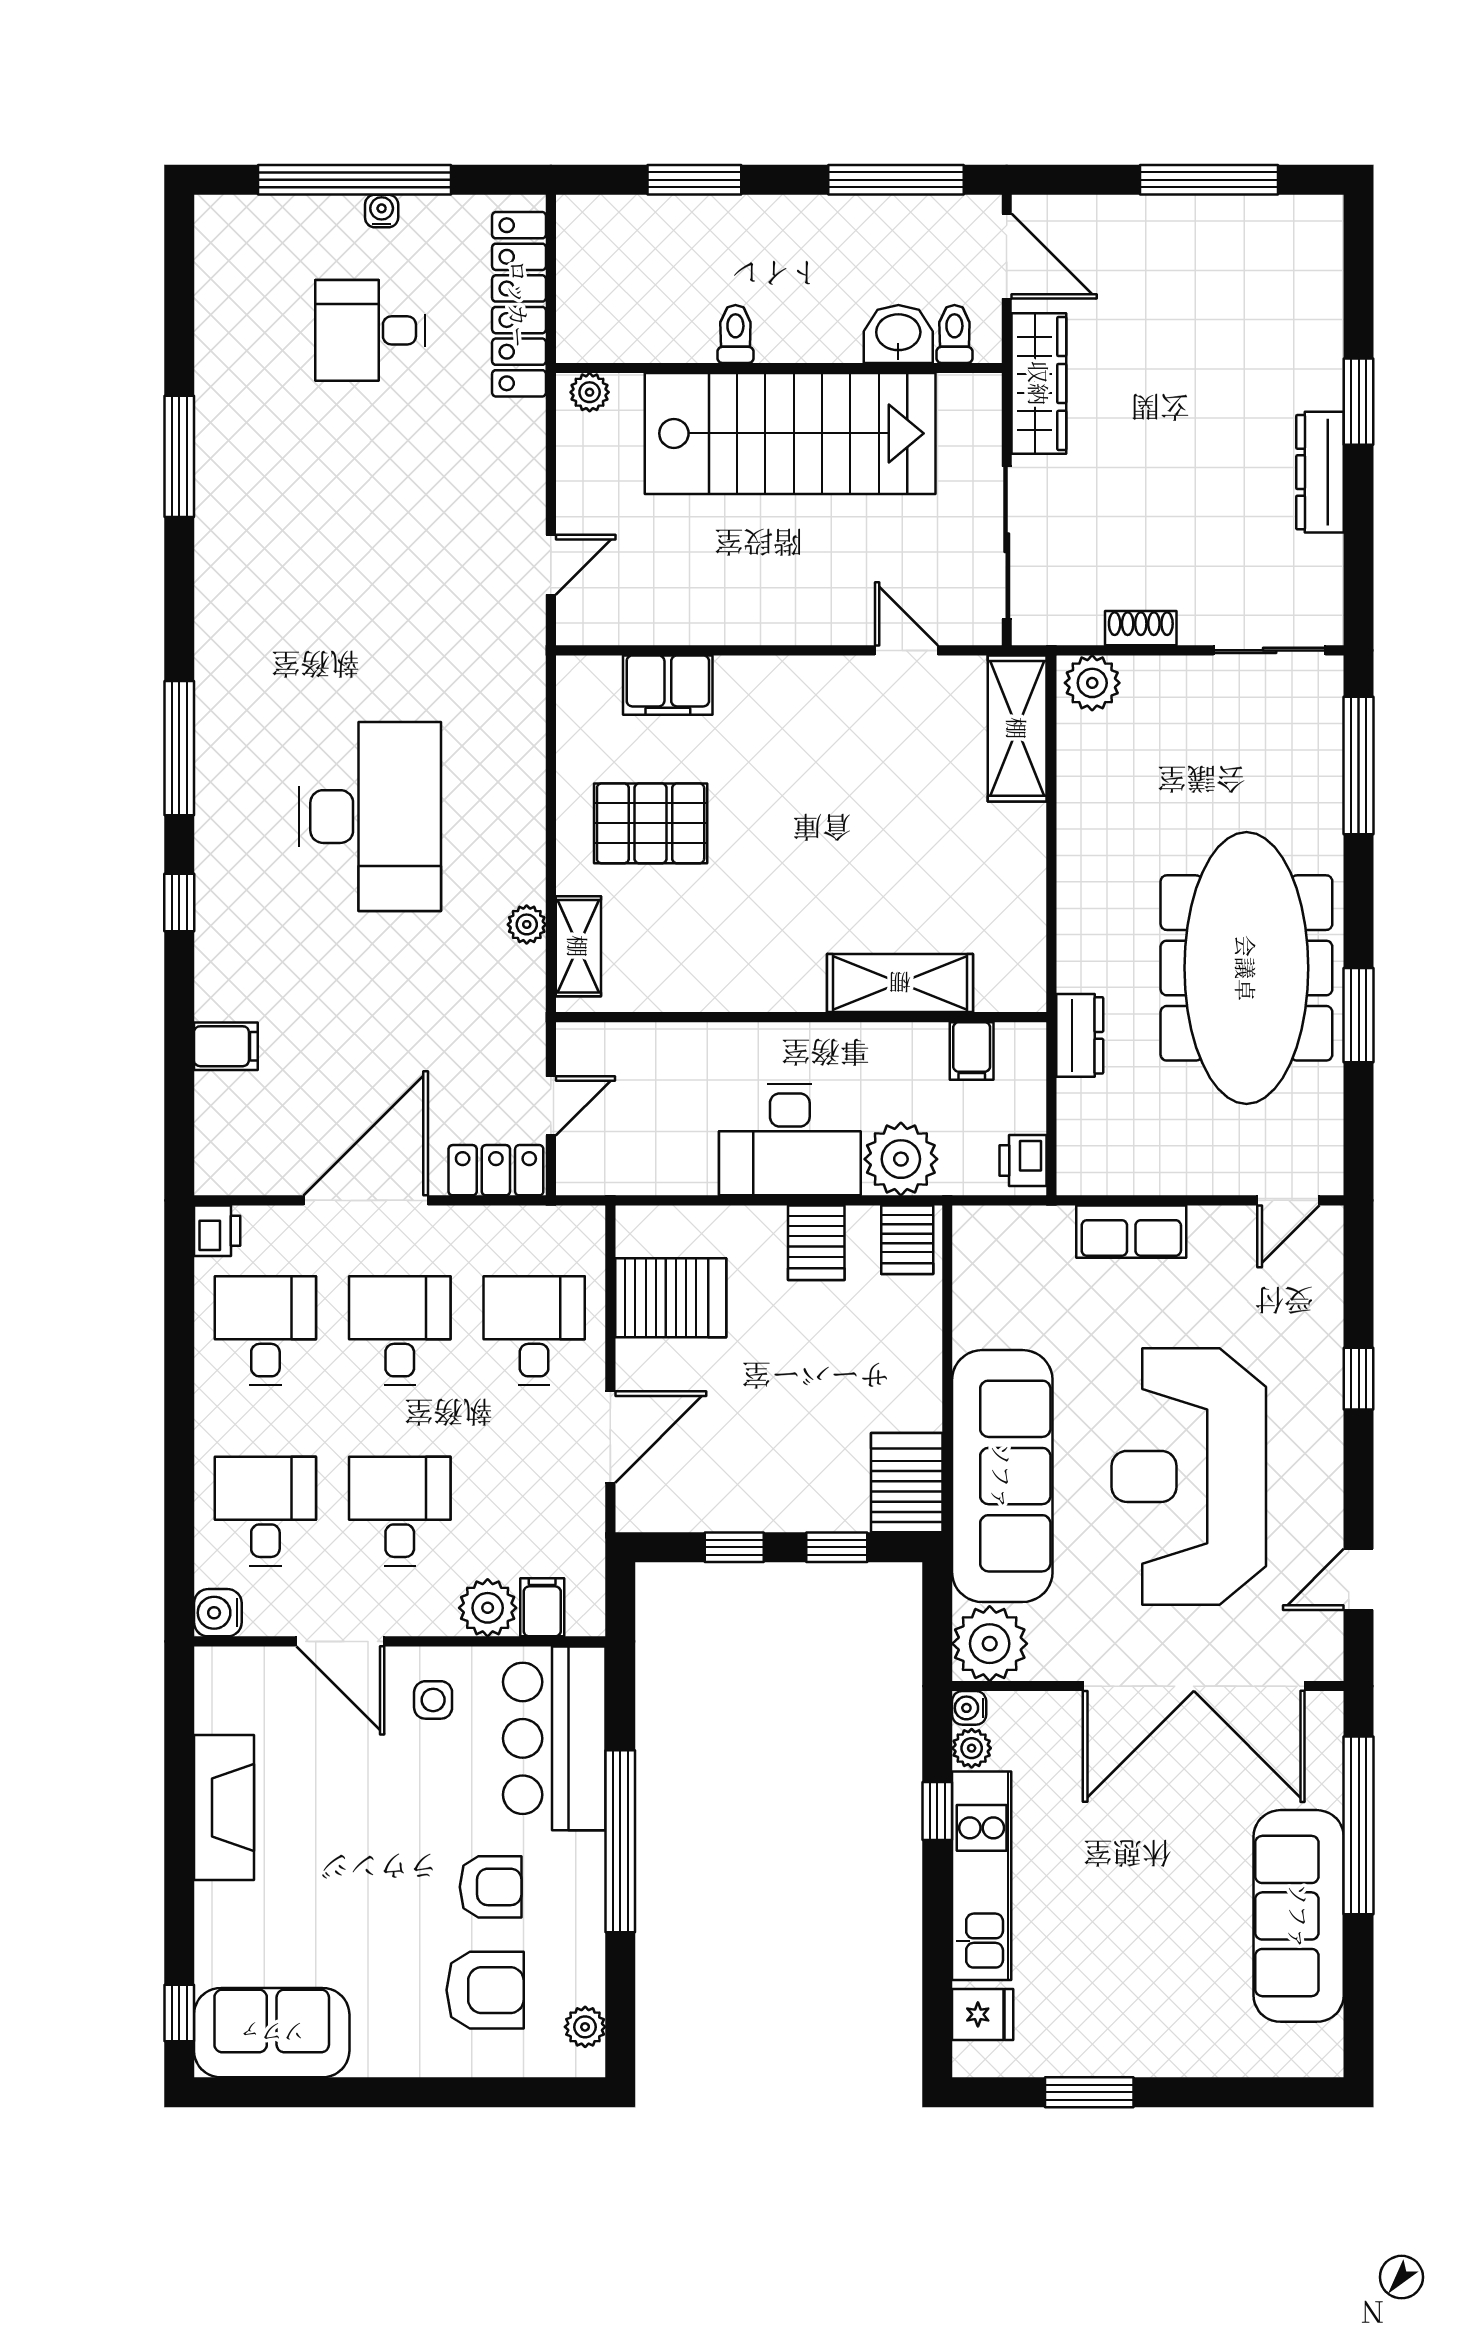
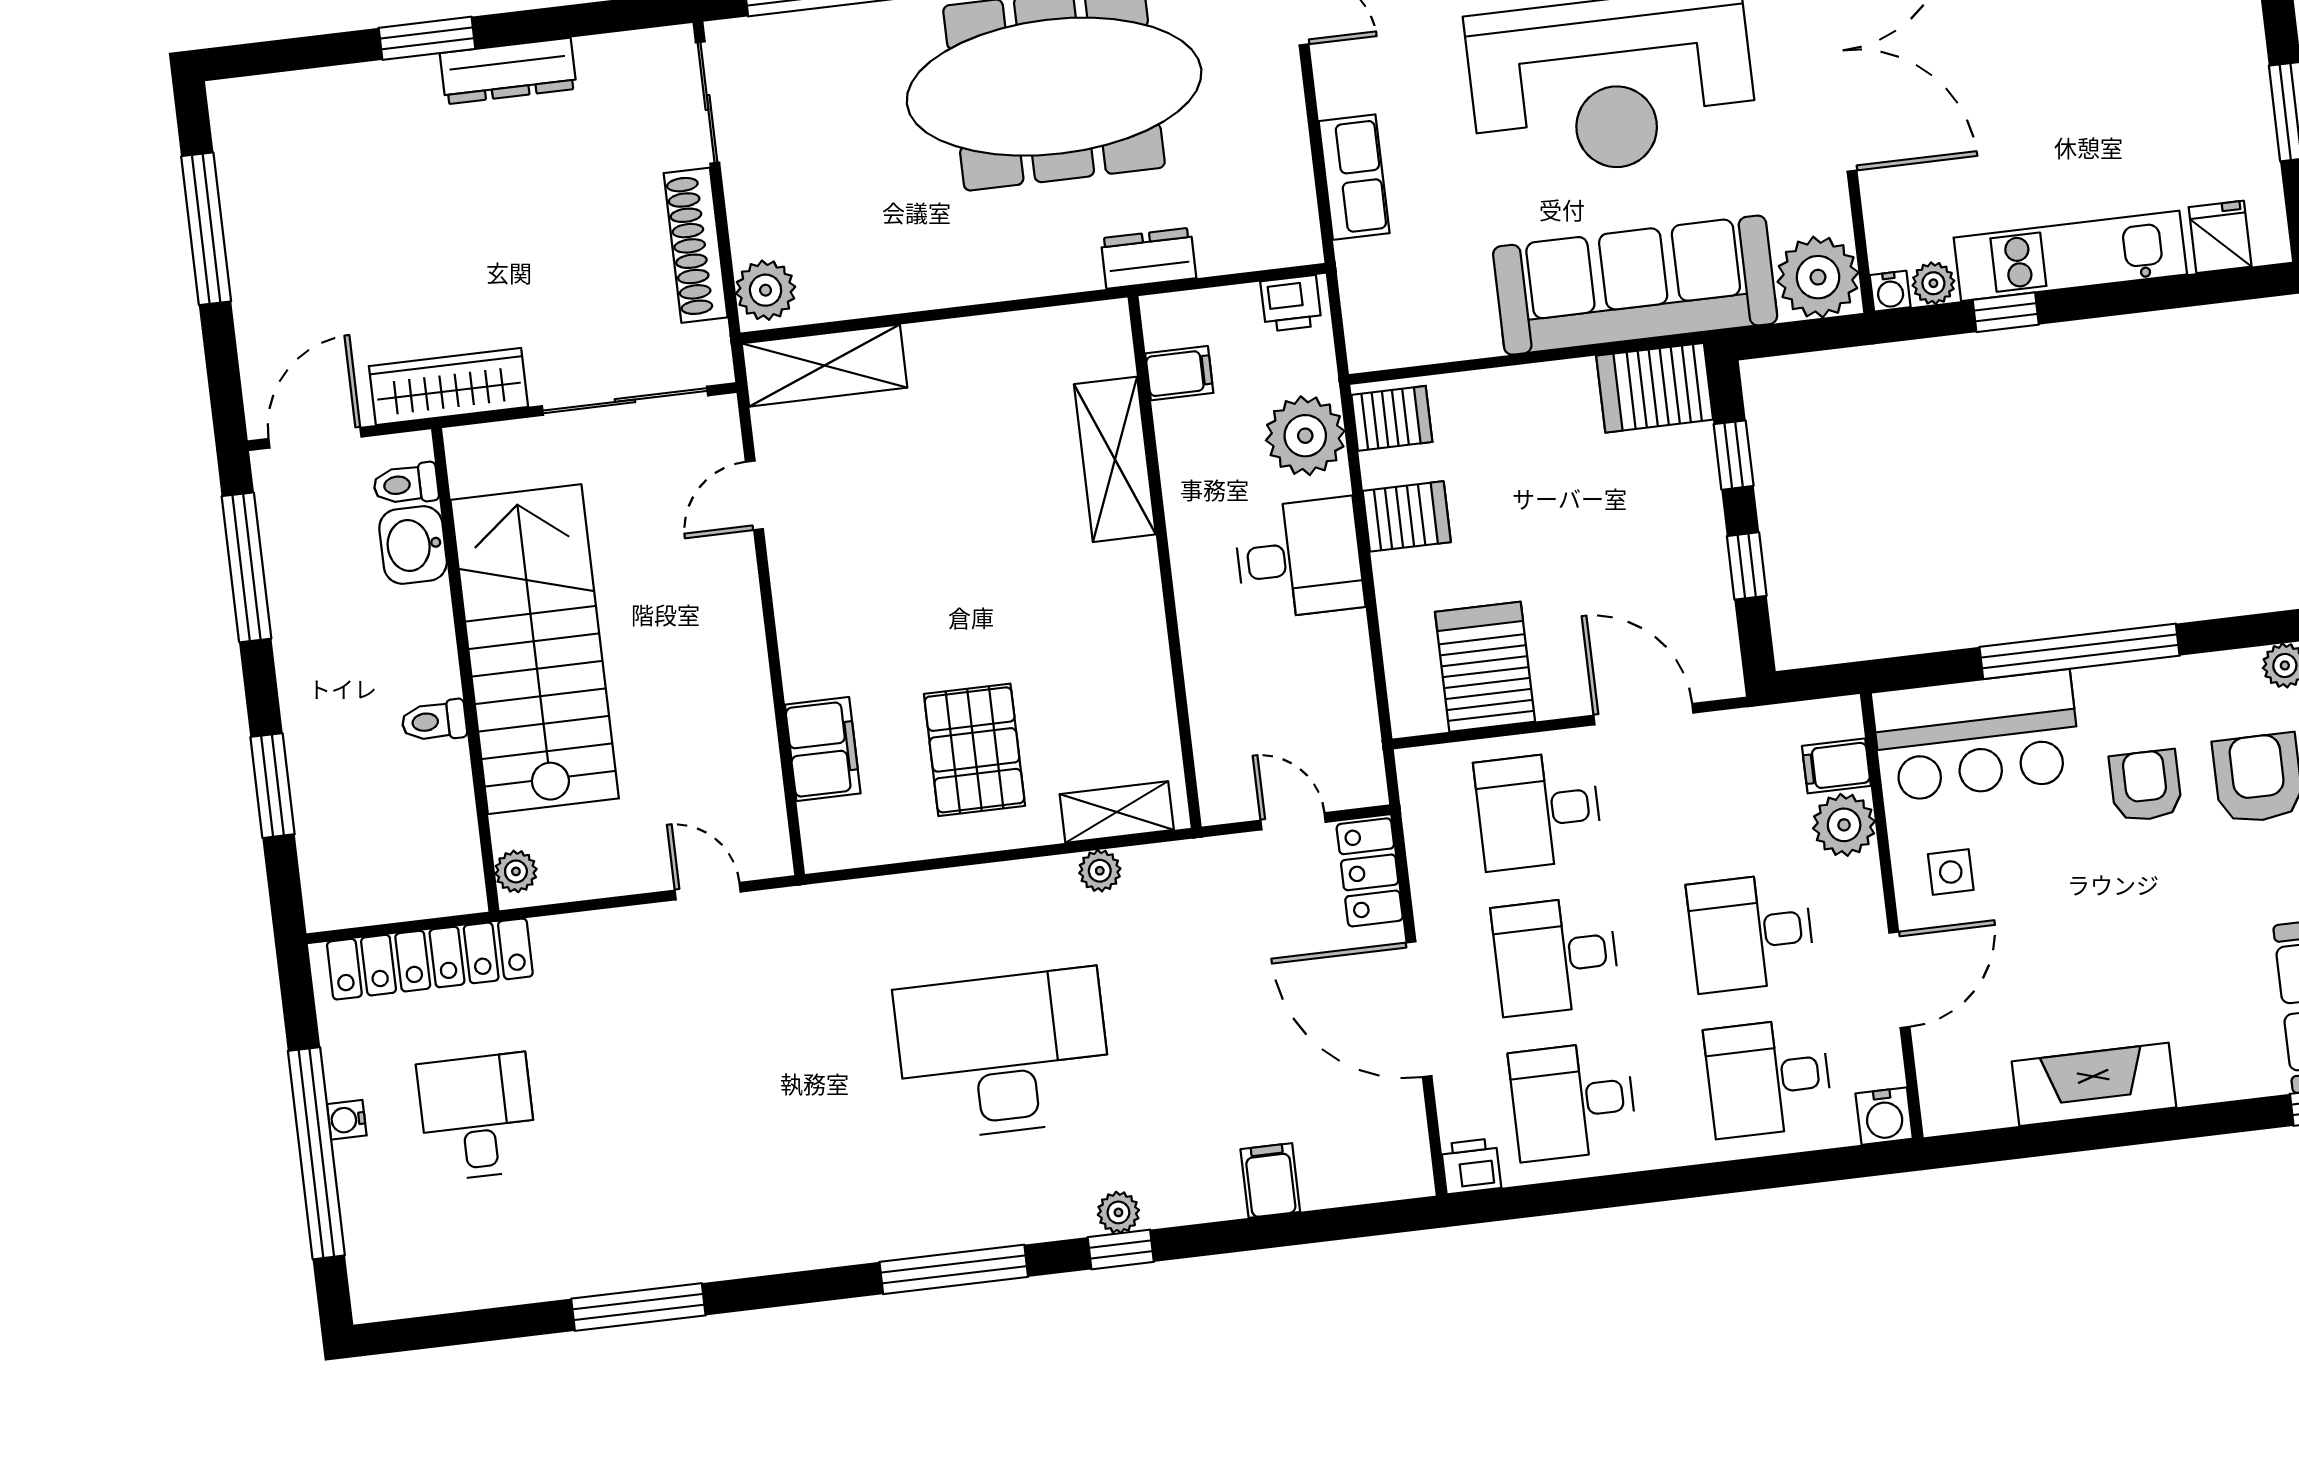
desk: (370, 330) -> (477, 1117), turned 180
shoe rack: (1141, 628) -> (696, 245), width x1.94, depth x1.24
plant: (213, 904) -> (1118, 1212), added
desk: (790, 1140) -> (1299, 558), width x0.73

